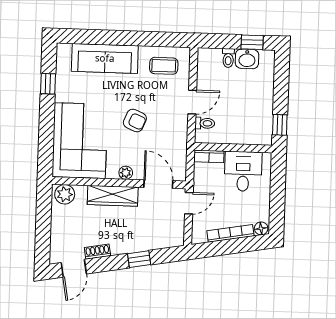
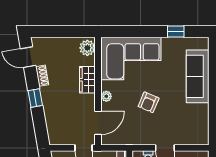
coffee table: (164, 66) -> (193, 124), removed
wardrobe: (113, 196) -> (87, 80), width x0.67
window: (139, 259) -> (35, 98), moved

